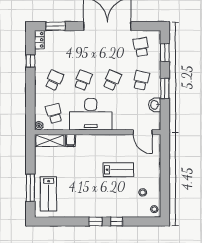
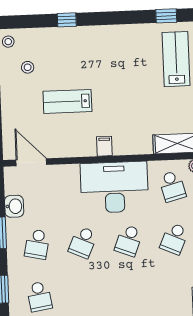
filing cabinet: (71, 141) -> (104, 146), moved
window: (96, 221) -> (166, 16), moved

